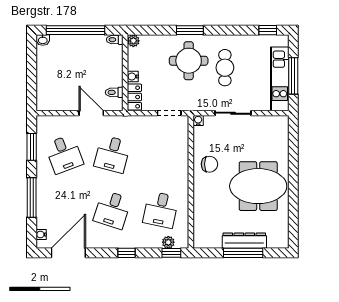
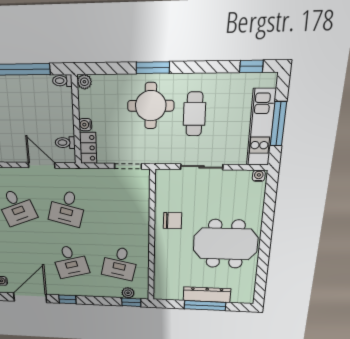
water cooler: (198, 121) -> (259, 176), moved
desk: (112, 210) -> (70, 261), turned -33
window: (127, 253) -> (67, 299), moved

